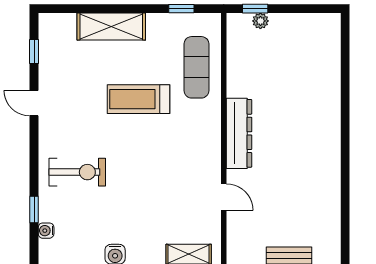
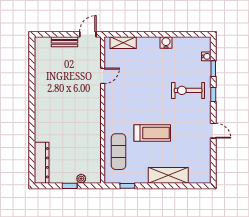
window: (255, 9) -> (70, 186), moved
window: (34, 51) -> (213, 94), moved
dresser: (239, 133) -> (42, 163), moved, turned 180
door: (224, 197) -> (103, 76), swing flipped

